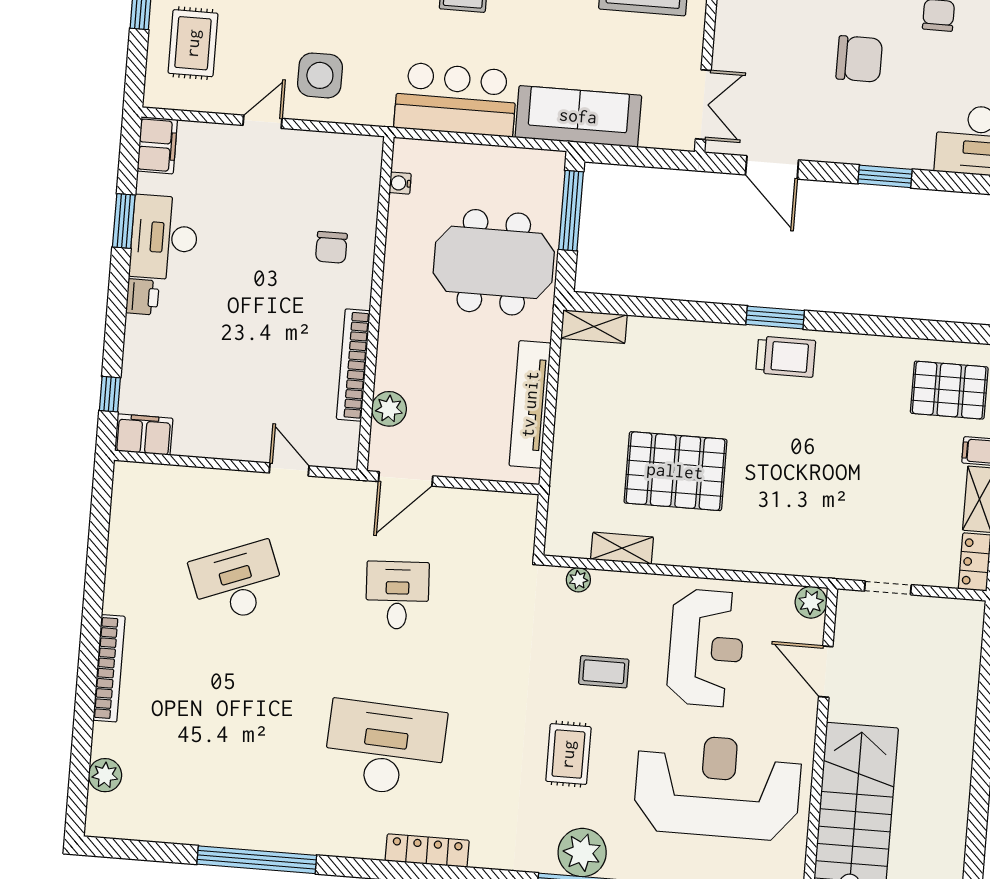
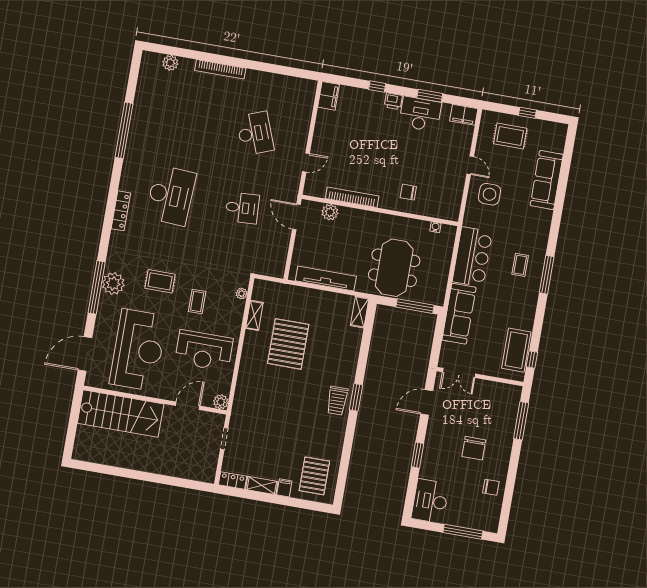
window: (110, 394) -> (377, 87), moved

